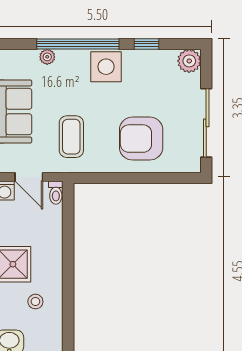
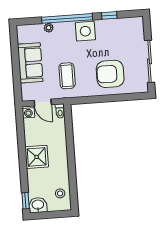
plant: (189, 61) -> (136, 24), removed
stool: (35, 302) -> (60, 193), moved

